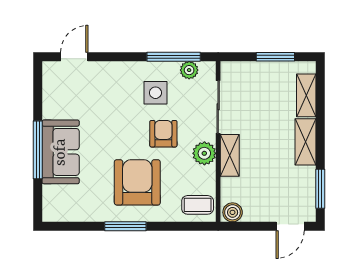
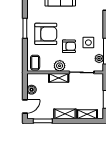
boiler: (233, 212) -> (32, 90), moved
door: (290, 226) -> (25, 106), swing flipped

